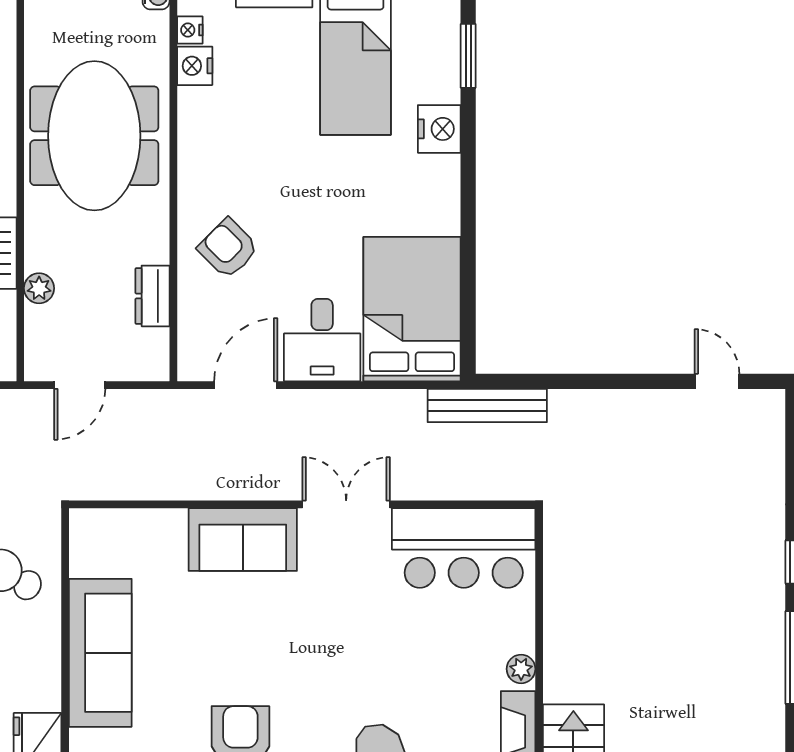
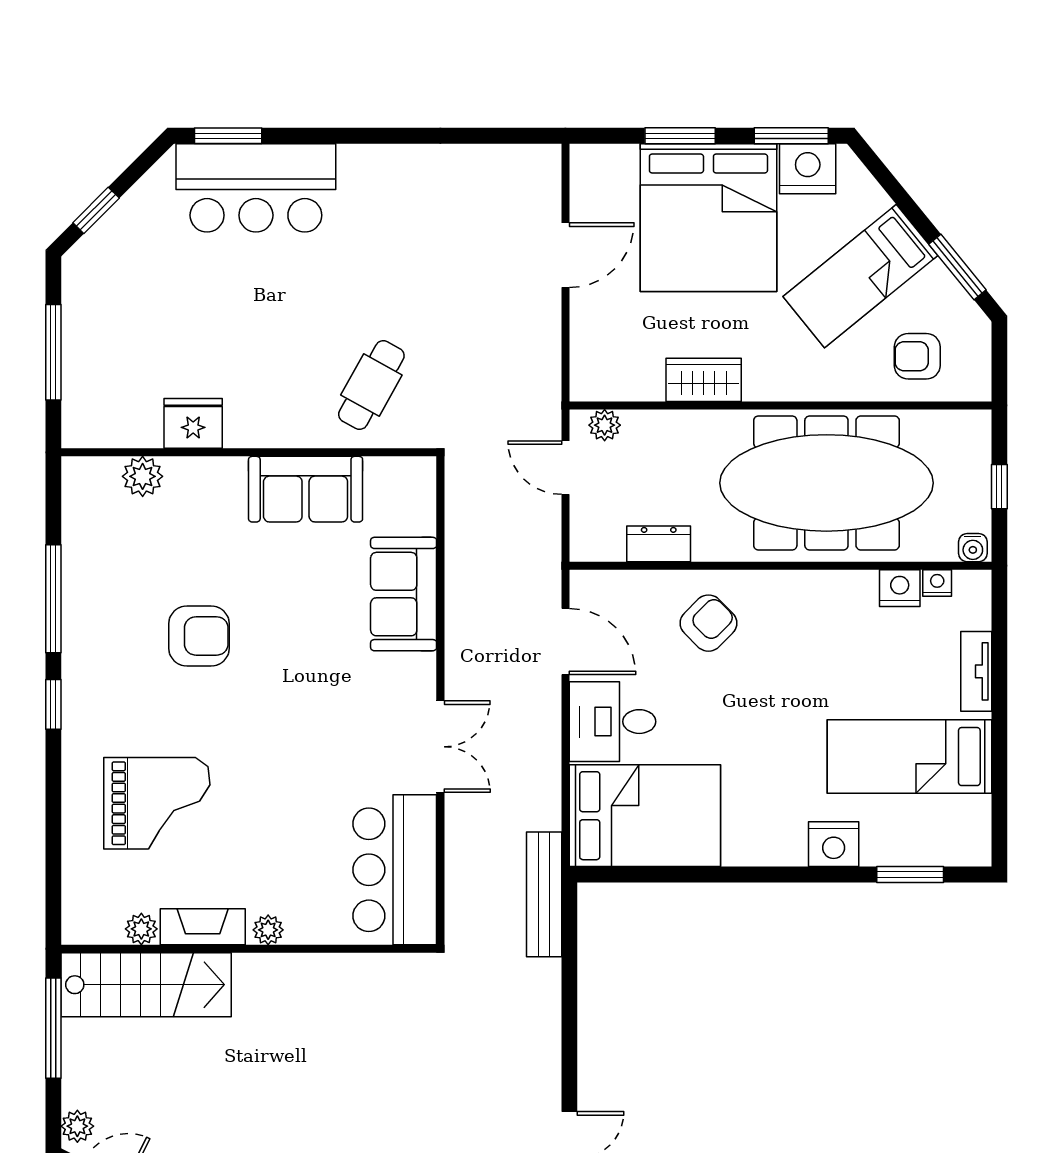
meeting table: (94, 136) -> (826, 483), width x1.36
plant: (39, 288) -> (605, 425), moved
sofa: (243, 540) -> (404, 594), moved
sofa: (100, 653) -> (306, 489), width x0.73

